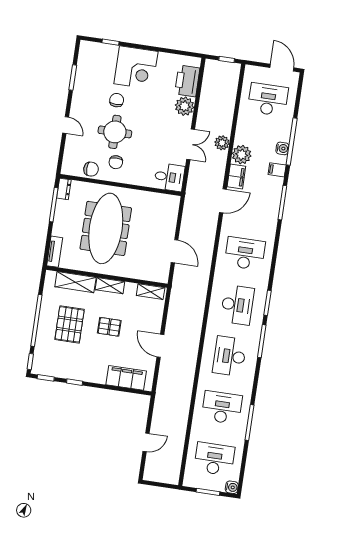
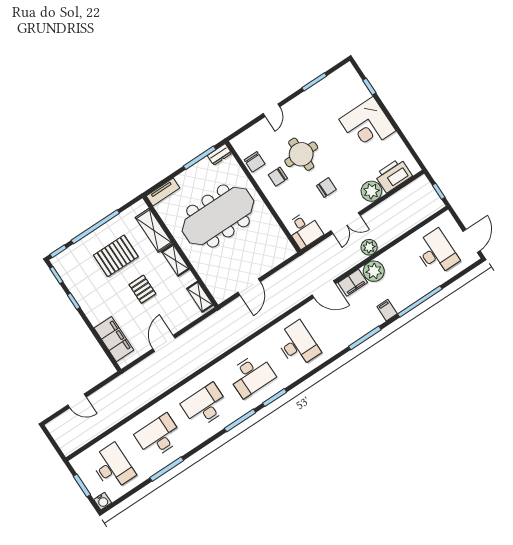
chair: (117, 100) -> (326, 188), moved
water cooler: (282, 148) -> (408, 299), removed
desk: (222, 408) -> (159, 436), turned -90

